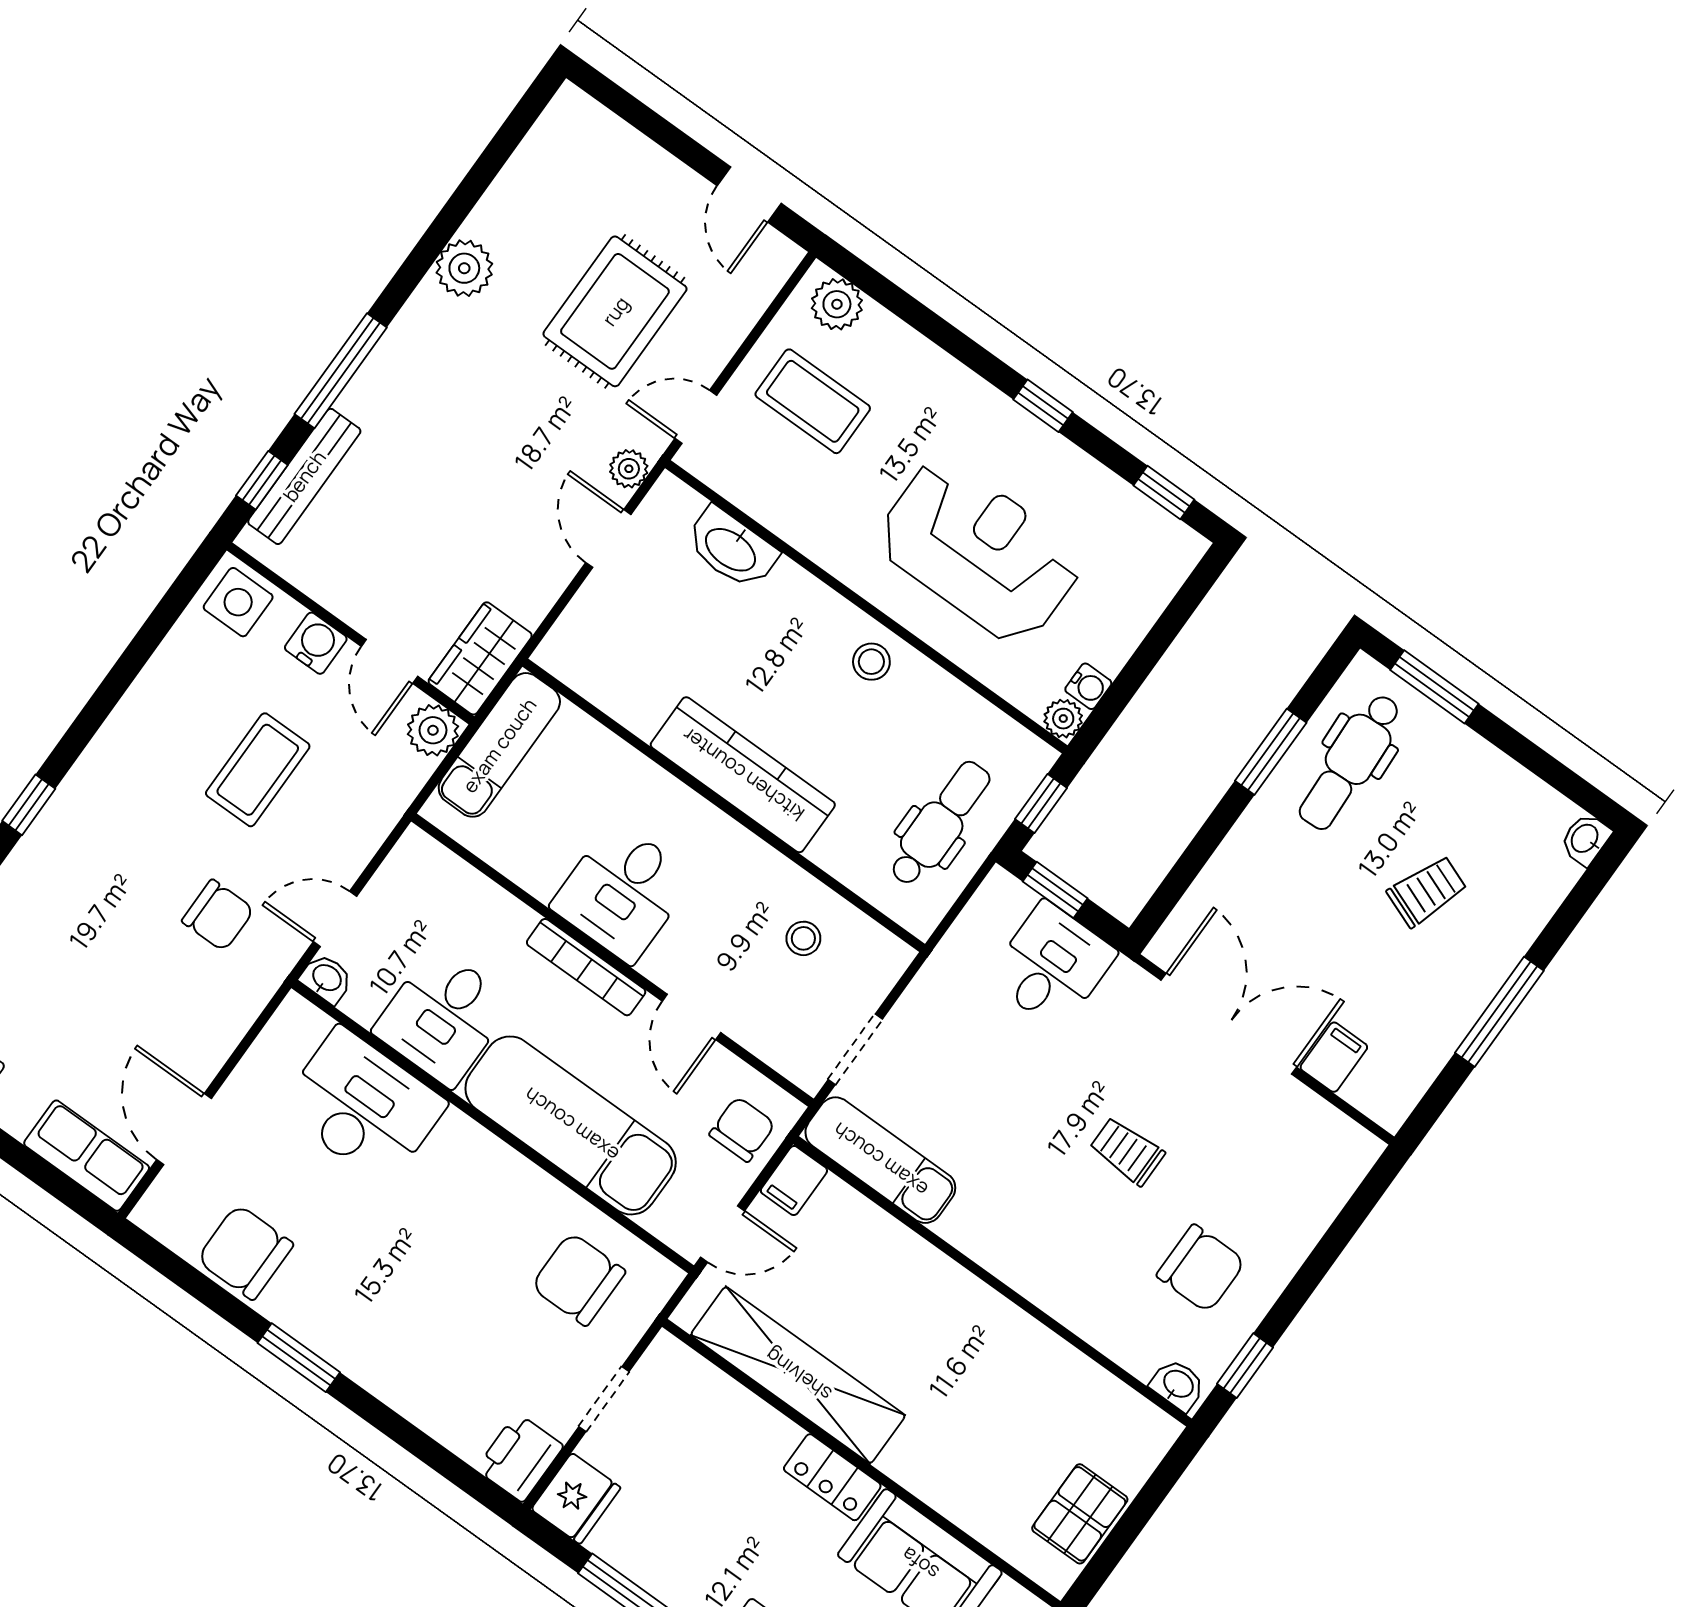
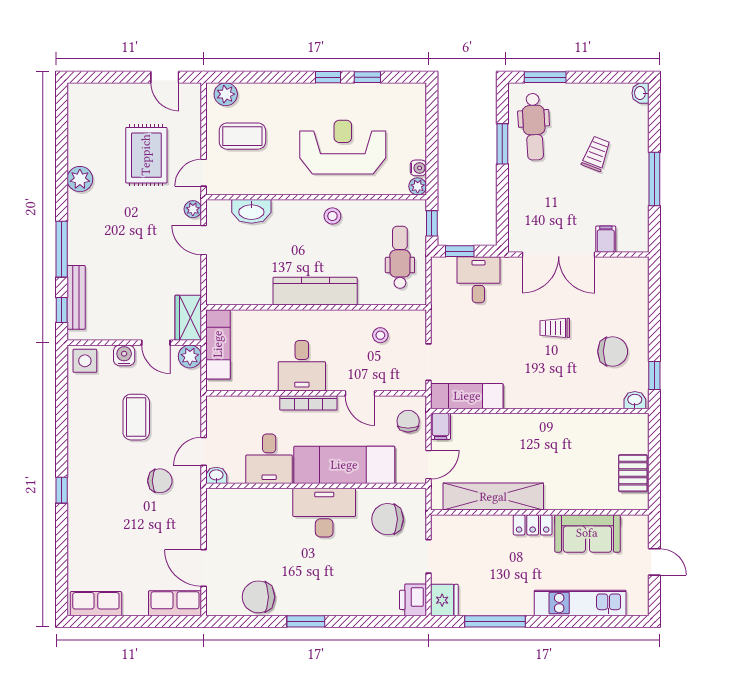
window: (1164, 493) -> (367, 77), moved
double door: (1229, 1024) -> (559, 255), swing flipped
desk: (363, 1106) -> (324, 513), moved

